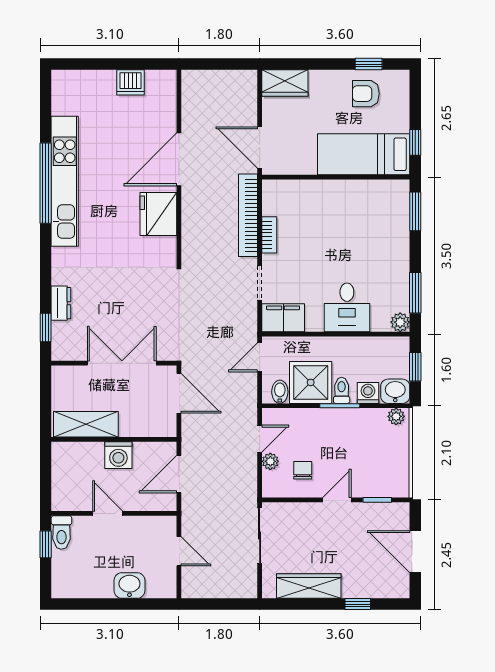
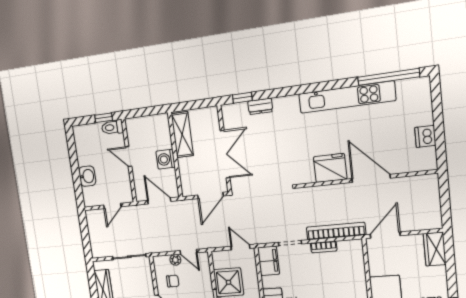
window: (46, 183) -> (389, 77), moved
bidet: (280, 392) -> (220, 263), removed
door: (108, 513) -> (128, 157), swing flipped

